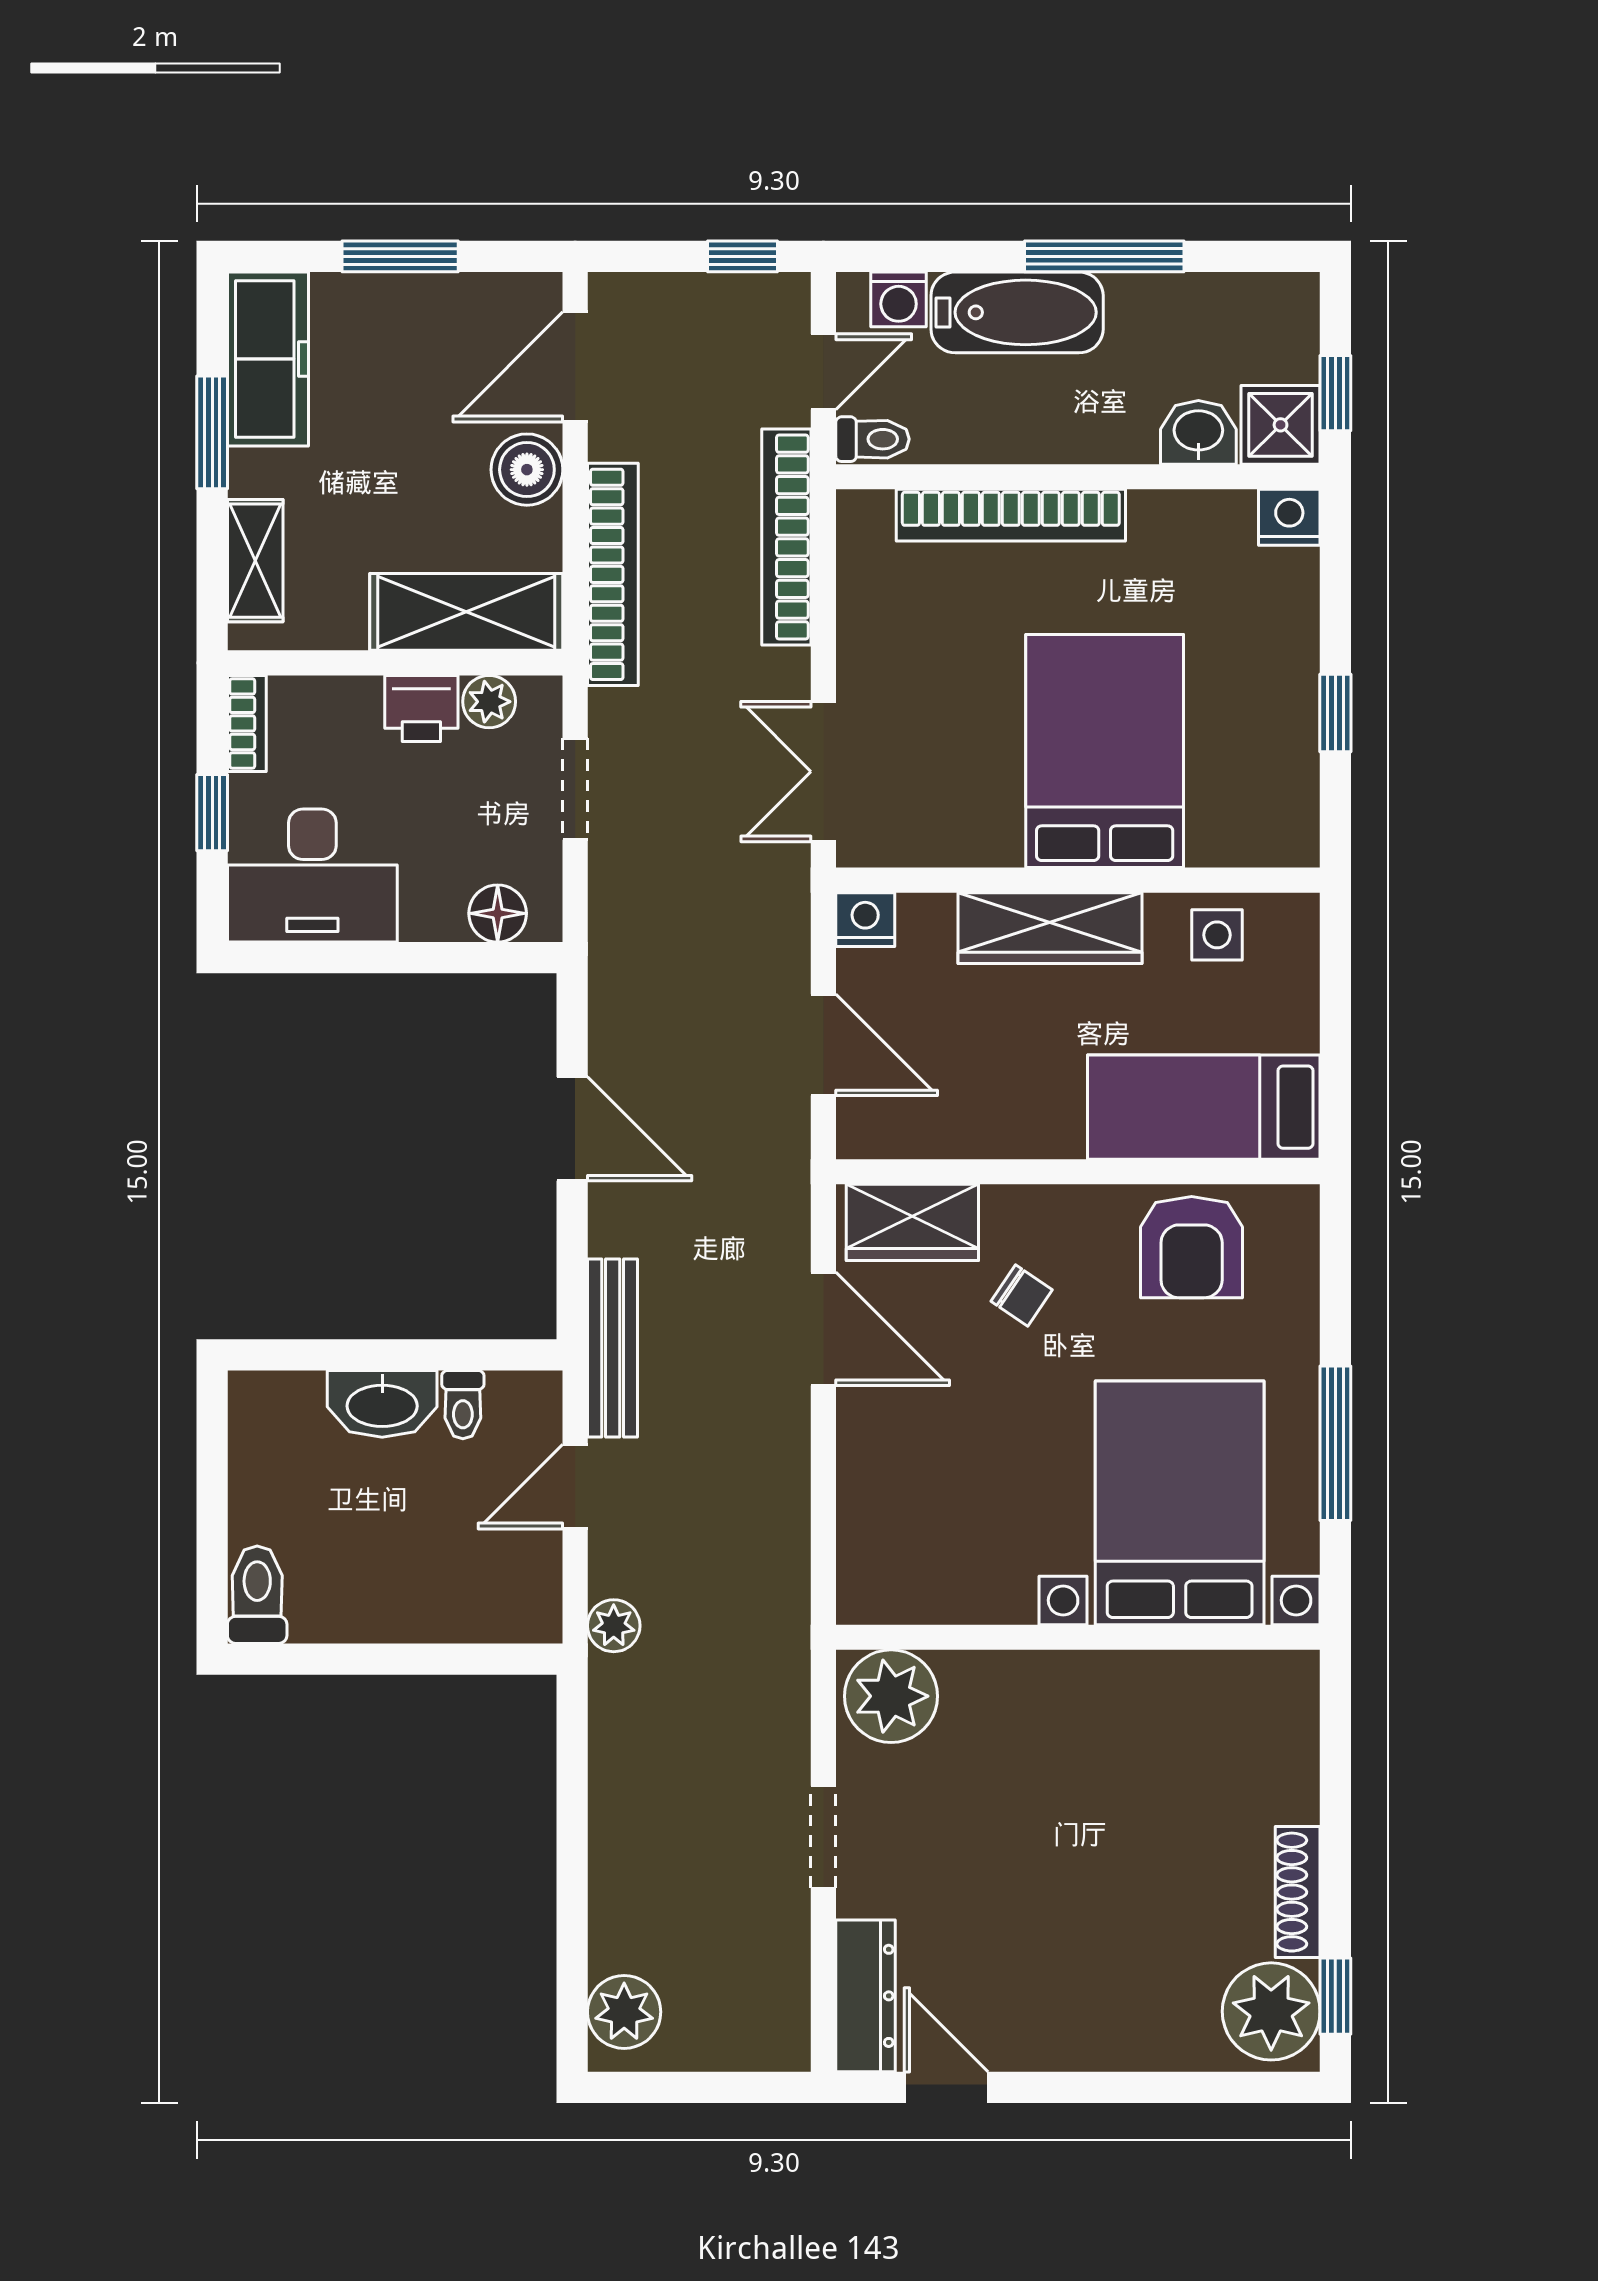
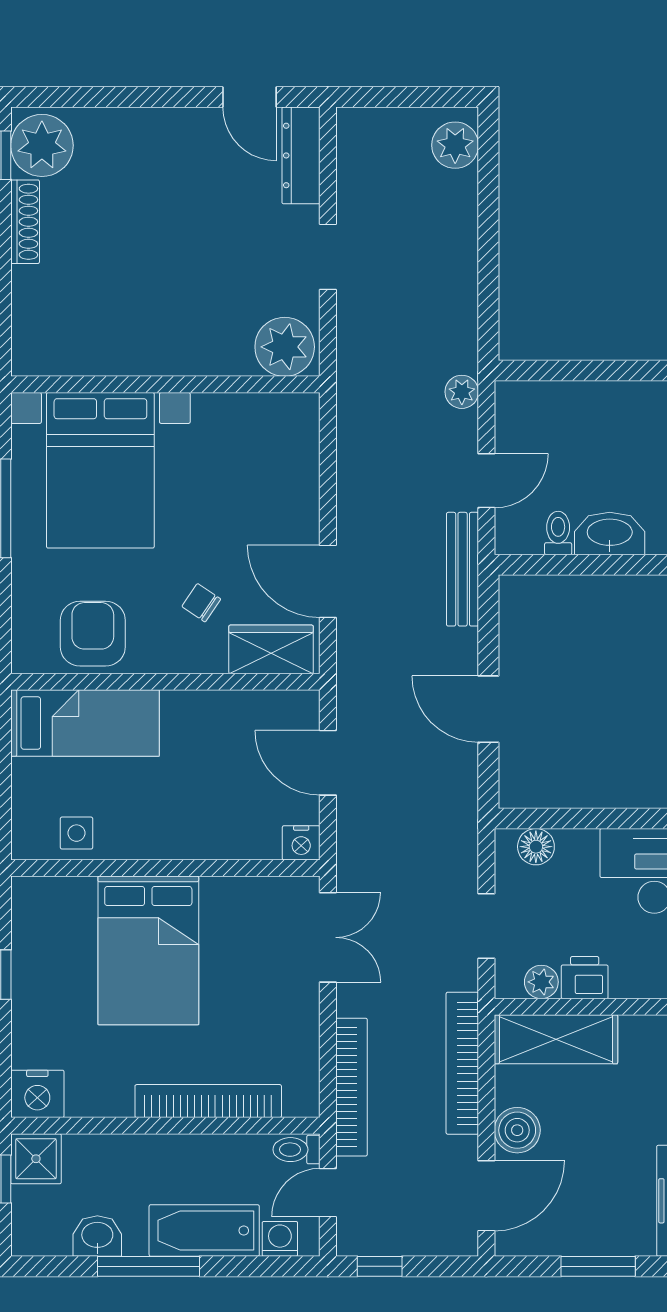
washbasin: (1198, 432) -> (97, 1236), moved, turned 180
nightstand: (1289, 517) -> (37, 1094), width x1.36, depth x1.33
wardrobe: (1050, 928) -> (183, 837), removed

